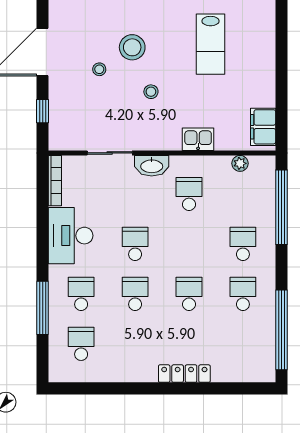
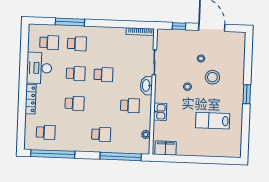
desk: (71, 236) -> (39, 68), moved, turned -90
school desk: (243, 294) -> (46, 132), moved

